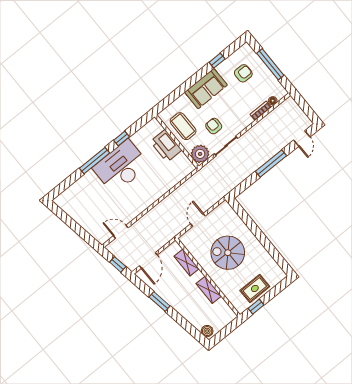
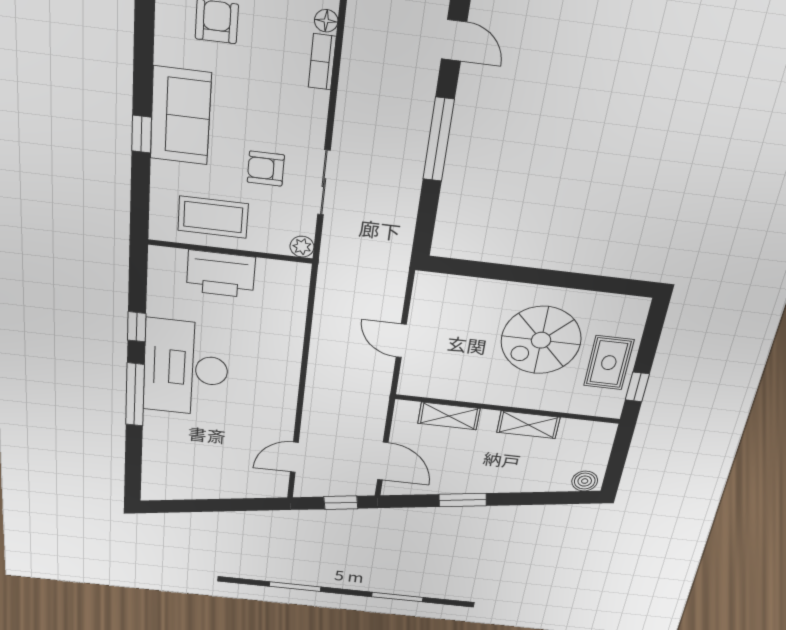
window: (217, 61) -> (142, 134), moved
plant: (200, 154) -> (302, 247), width x0.53, depth x0.53
spiral stairs: (228, 253) -> (541, 340), moved

